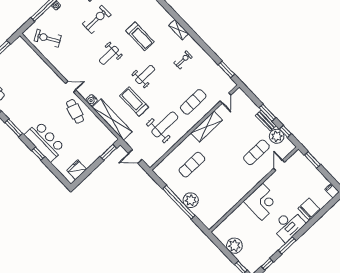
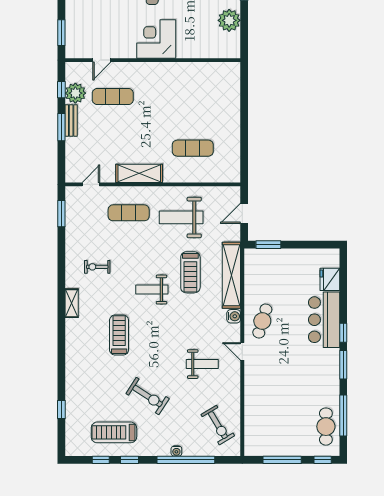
exercise bike: (97, 19) -> (148, 396), turned -147
weight bench: (109, 55) -> (202, 364), moved
window: (38, 154) -> (343, 333), moved
door: (135, 156) -> (244, 213), swing flipped
fridge: (77, 170) -> (330, 279), moved, turned 90
plant: (191, 200) -> (230, 112), removed
window: (179, 202) -> (244, 122), removed

